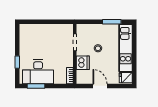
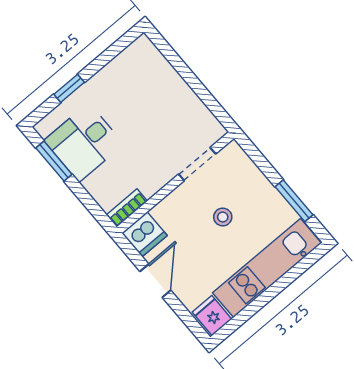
dishwasher: (83, 63) -> (145, 234), moved
desk: (38, 72) -> (84, 142), width x0.73

